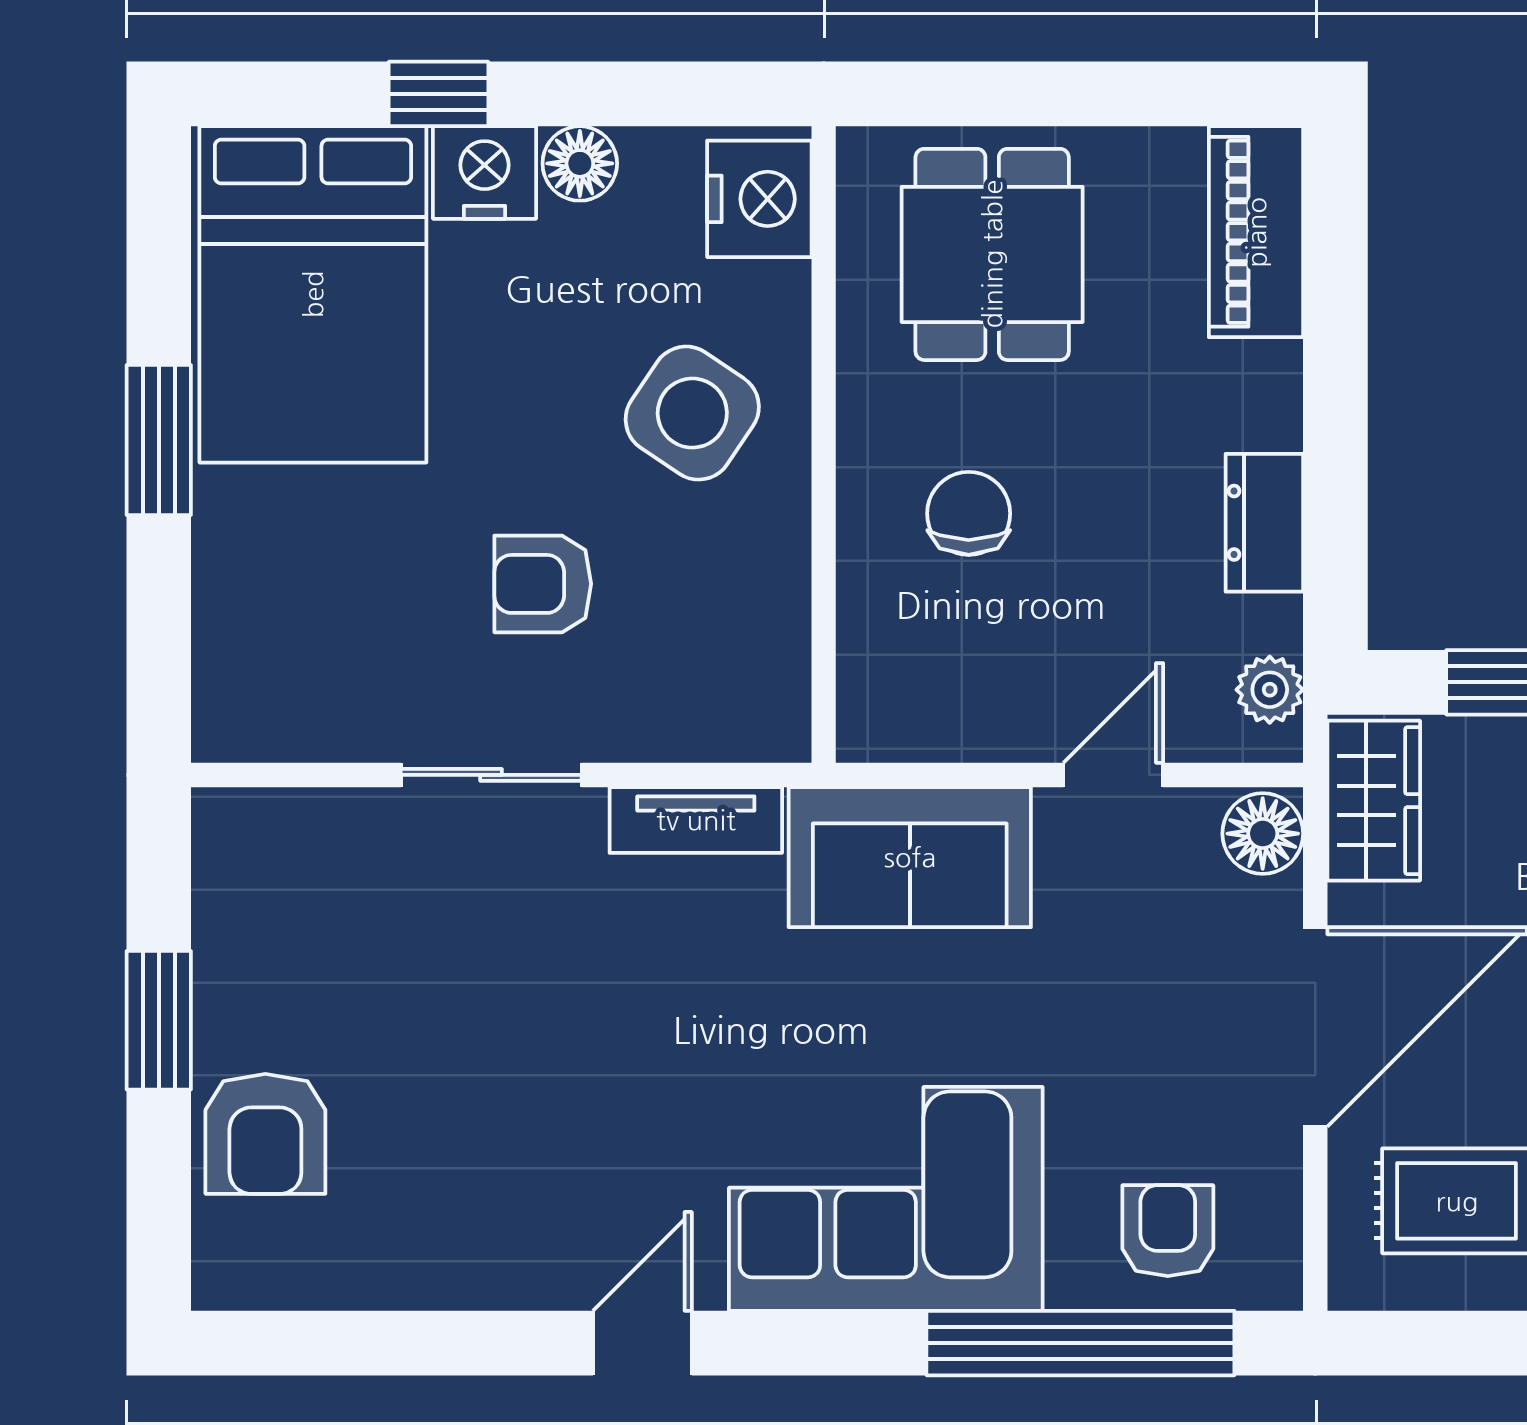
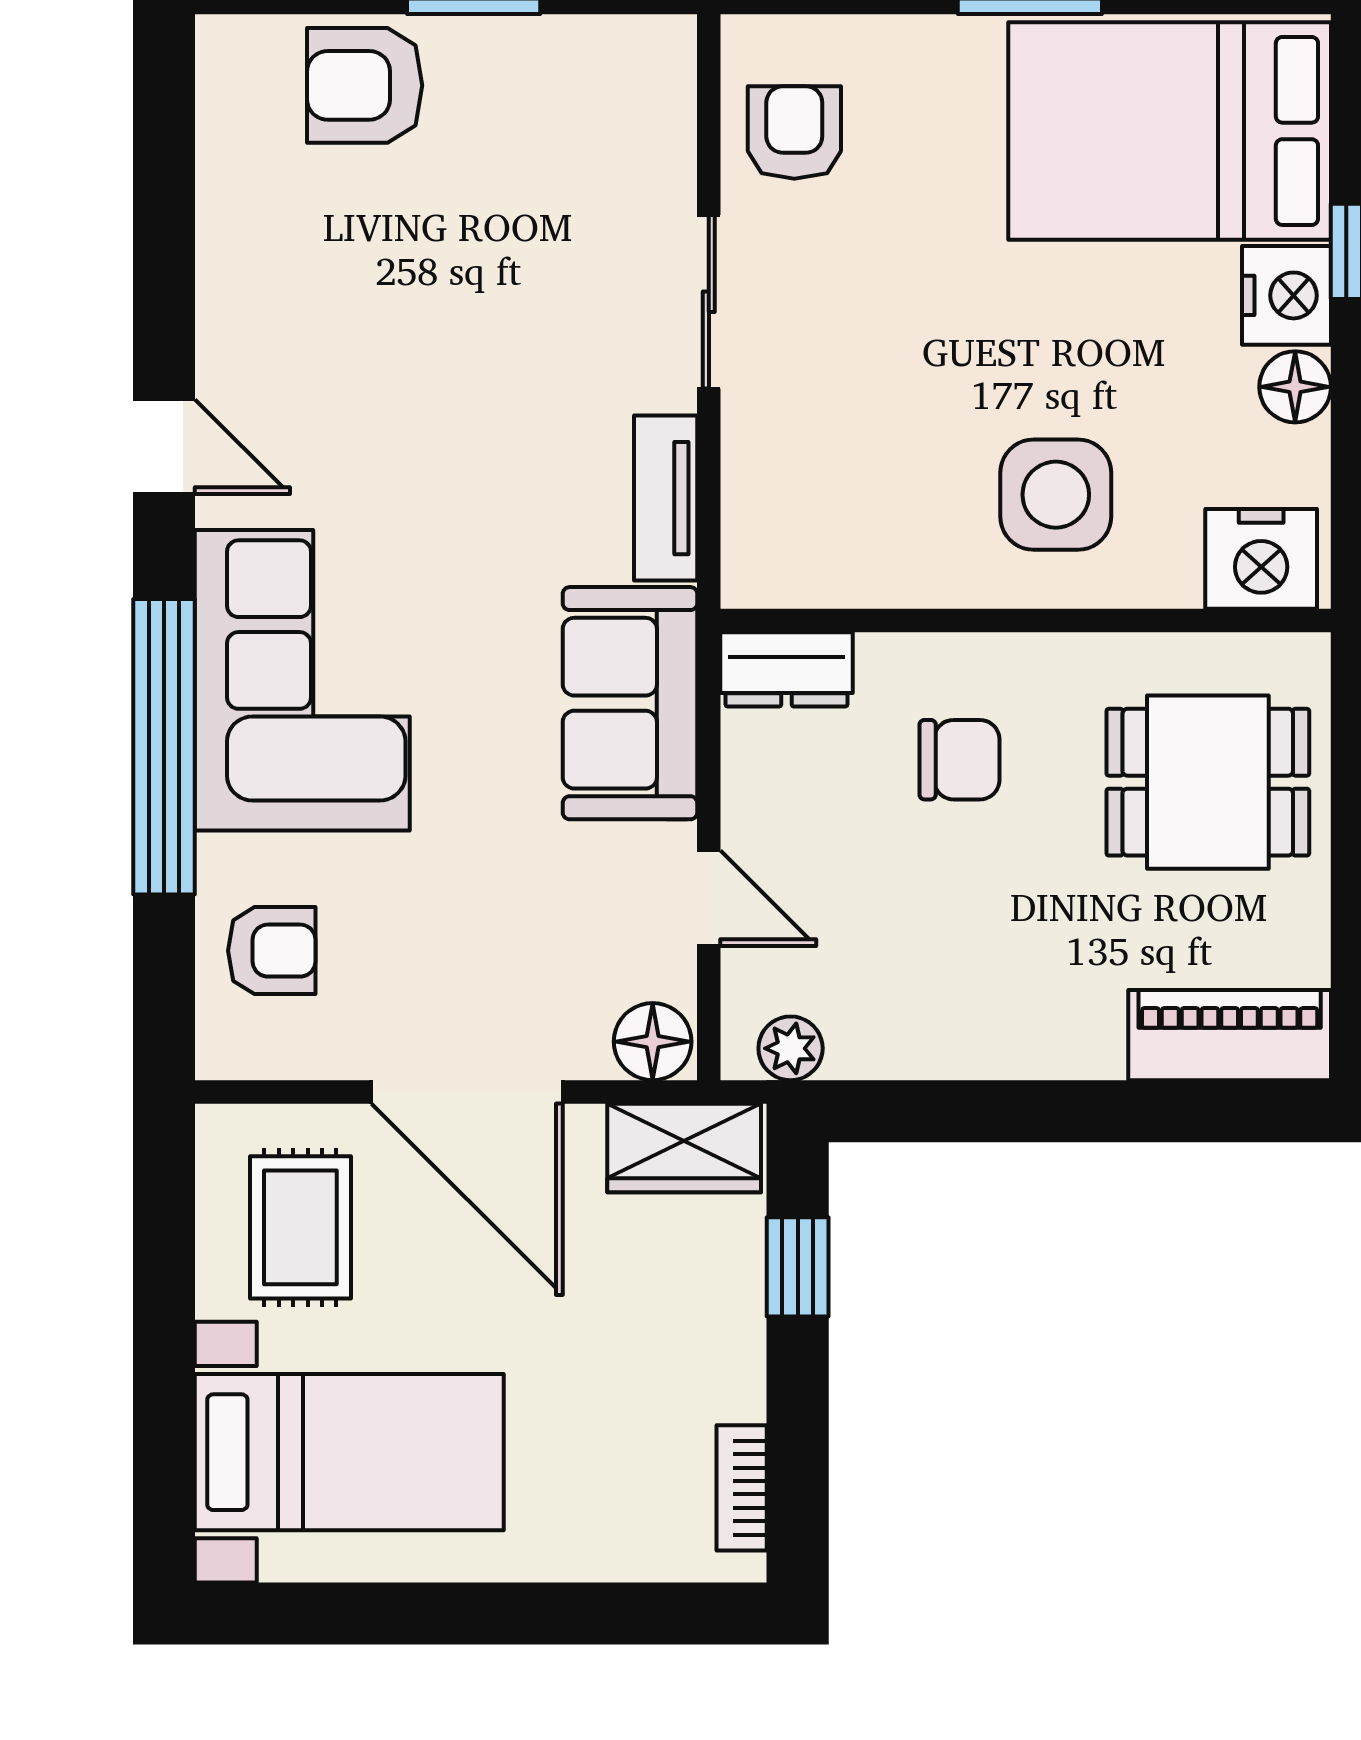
side table: (692, 413) -> (1056, 495), turned -34
dresser: (1264, 523) -> (786, 669), moved, turned 180
armchair: (543, 584) -> (794, 133), moved
window: (1080, 1343) -> (164, 747), moved

